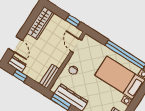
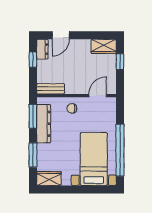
window: (73, 21) -> (120, 62), moved
wardrobe: (40, 23) -> (104, 46), width x0.67

